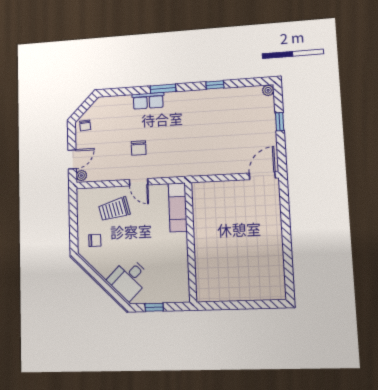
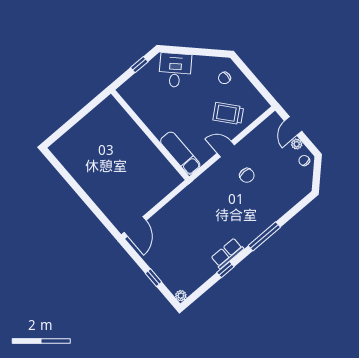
window: (163, 89) -> (264, 236), width x1.44
row of seats: (148, 101) -> (227, 253), moved
chair: (139, 148) -> (247, 175), turned 180
plant: (81, 175) -> (297, 144), moved
trolley: (114, 209) -> (228, 114), turned -116

